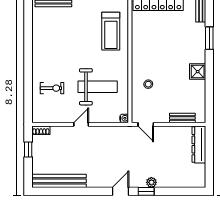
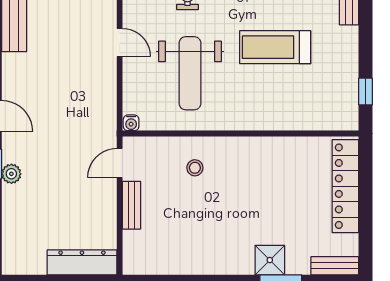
treadmill: (111, 31) -> (275, 47), moved
shower: (198, 72) -> (270, 260), moved
bench: (182, 118) -> (132, 205), moved

